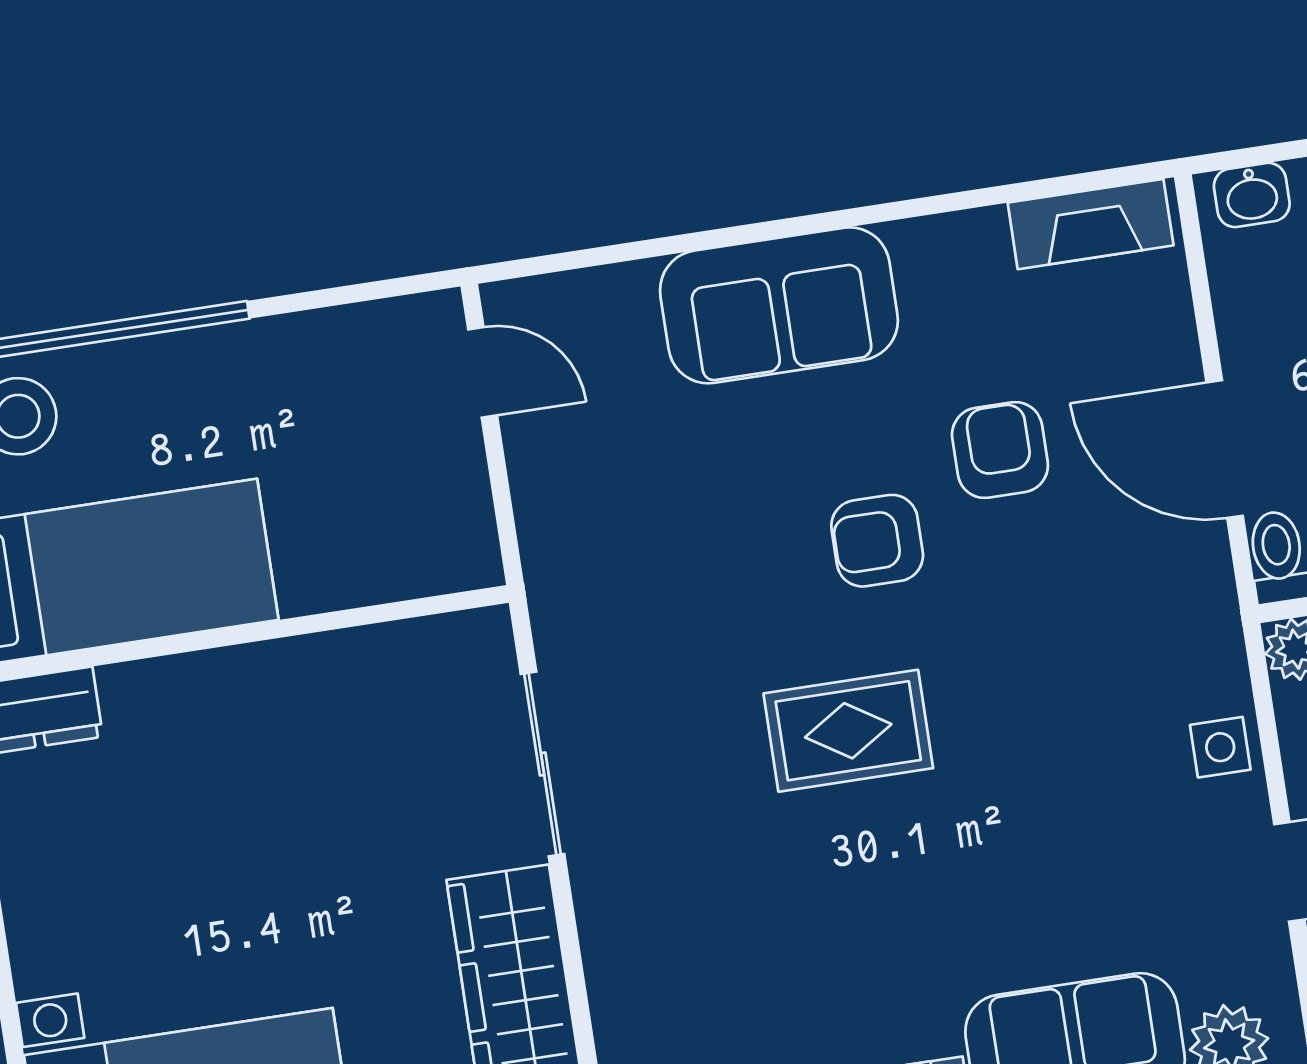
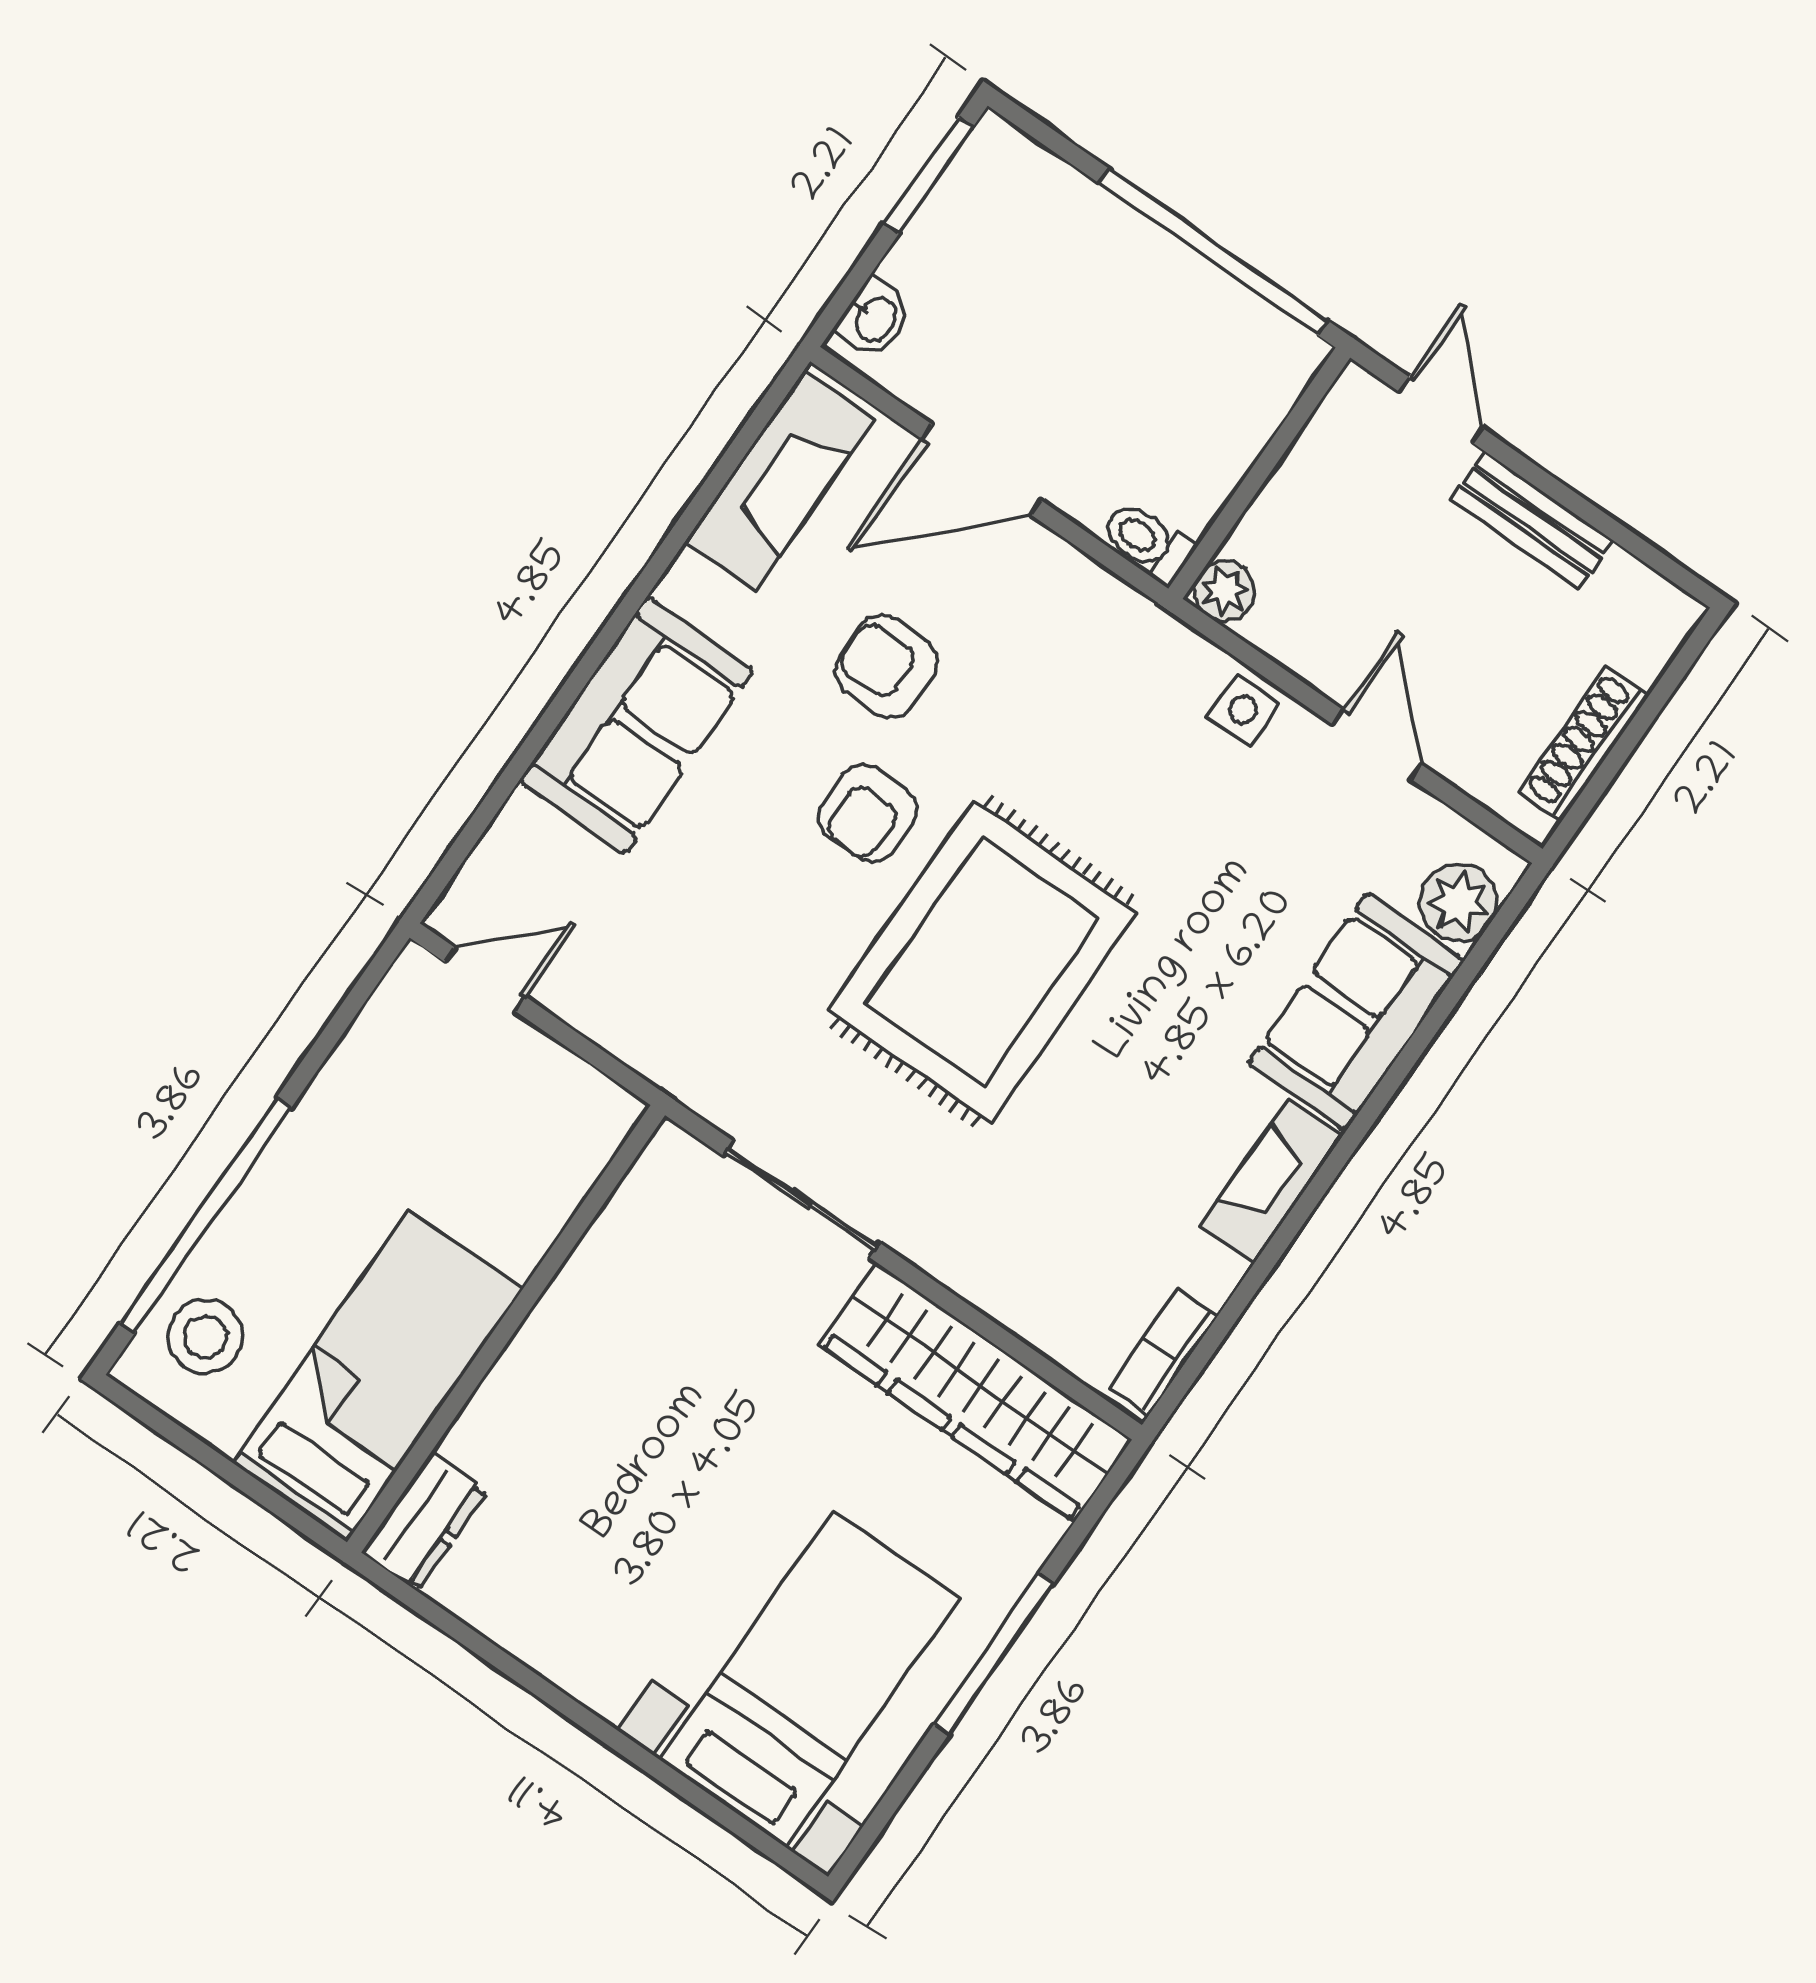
fireplace: (1091, 224) -> (780, 480), width x1.37, depth x1.32
door: (1225, 449) -> (982, 470), moved
rug: (848, 731) -> (983, 961), width x1.86, depth x2.06

